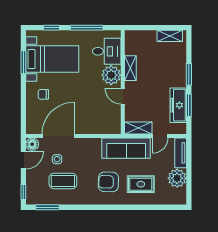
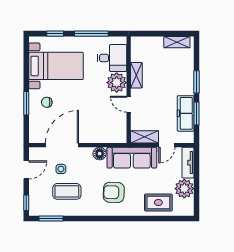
window: (23, 62) -> (26, 103), moved
floor lamp: (32, 144) -> (100, 154), moved
rug: (141, 184) -> (158, 203), moved

